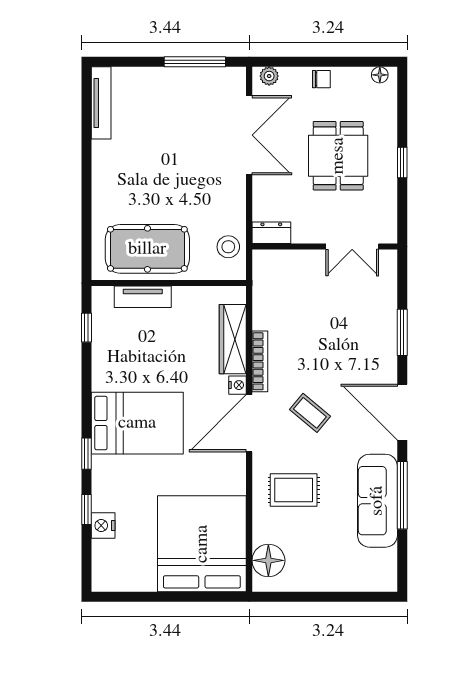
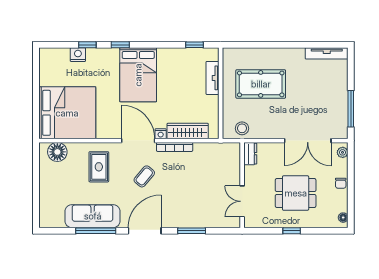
pool table: (147, 249) -> (261, 84), moved, turned 90

